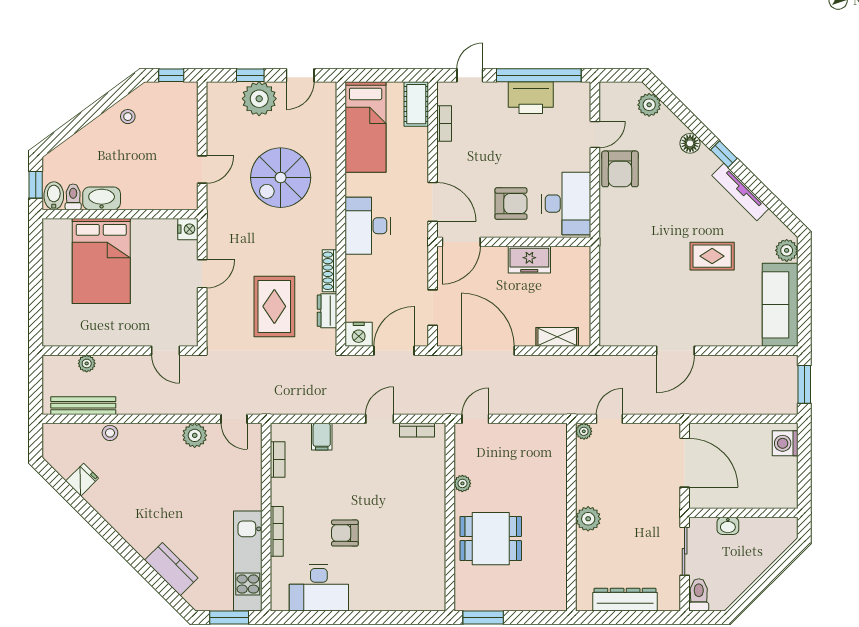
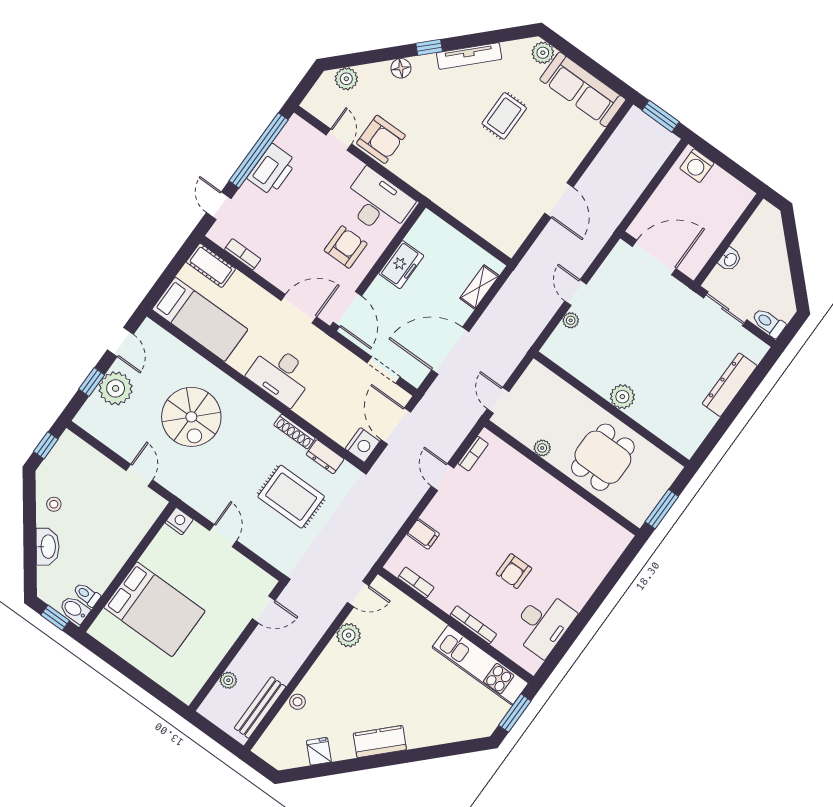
washbasin: (102, 198) -> (48, 547), moved, turned 144
wall: (571, 517) -> (611, 409), moved
plant: (588, 519) -> (622, 397), moved
kitchen counter: (171, 569) -> (380, 742), moved

